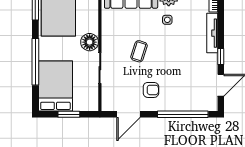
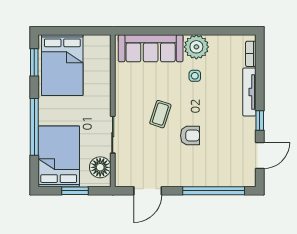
floor lamp: (90, 42) -> (100, 167), moved
armchair: (151, 90) -> (190, 136), moved

